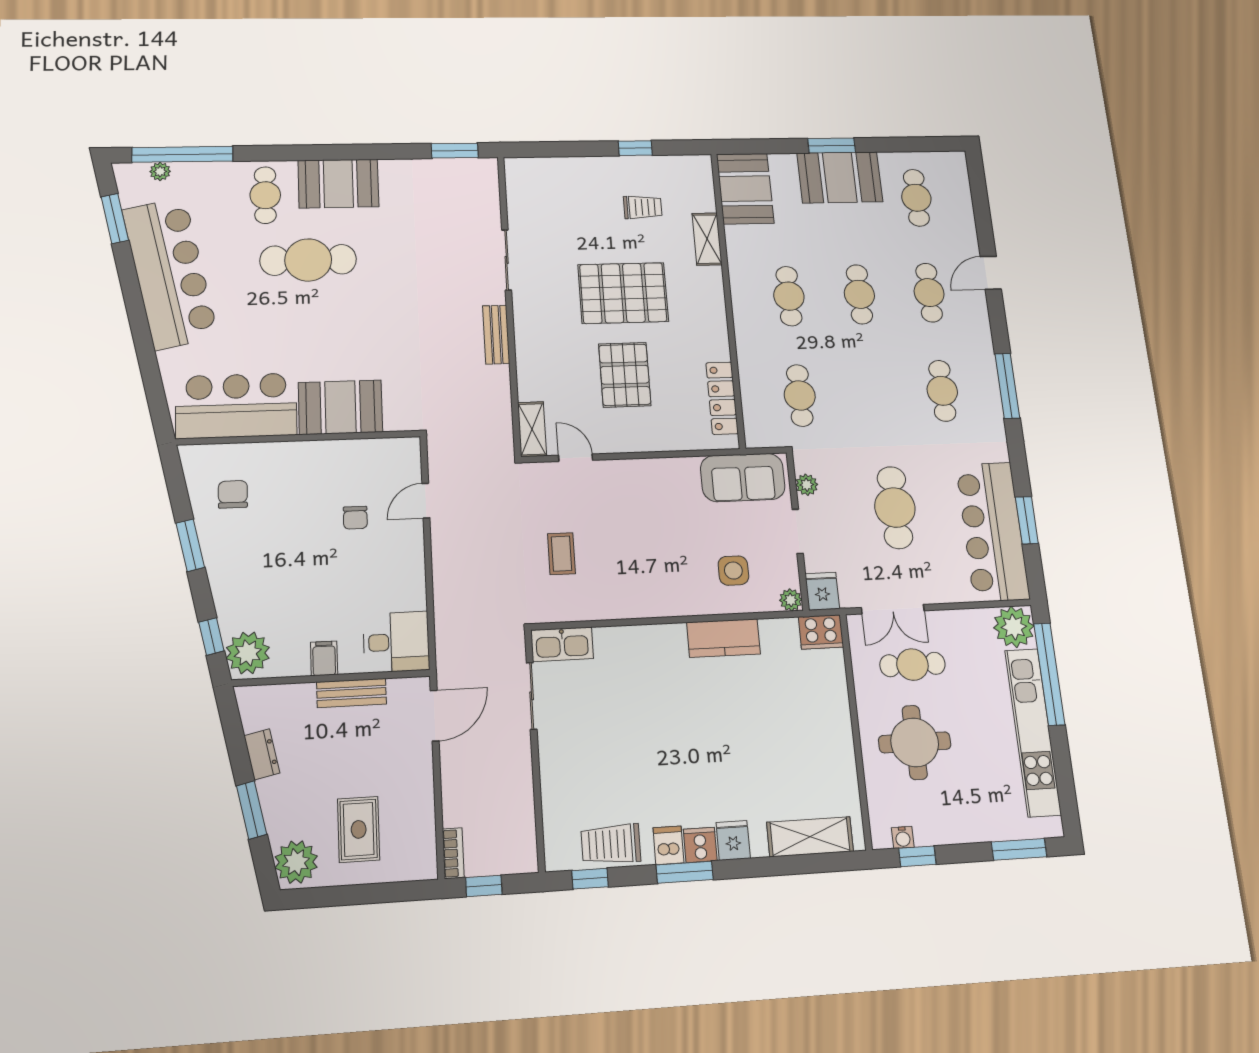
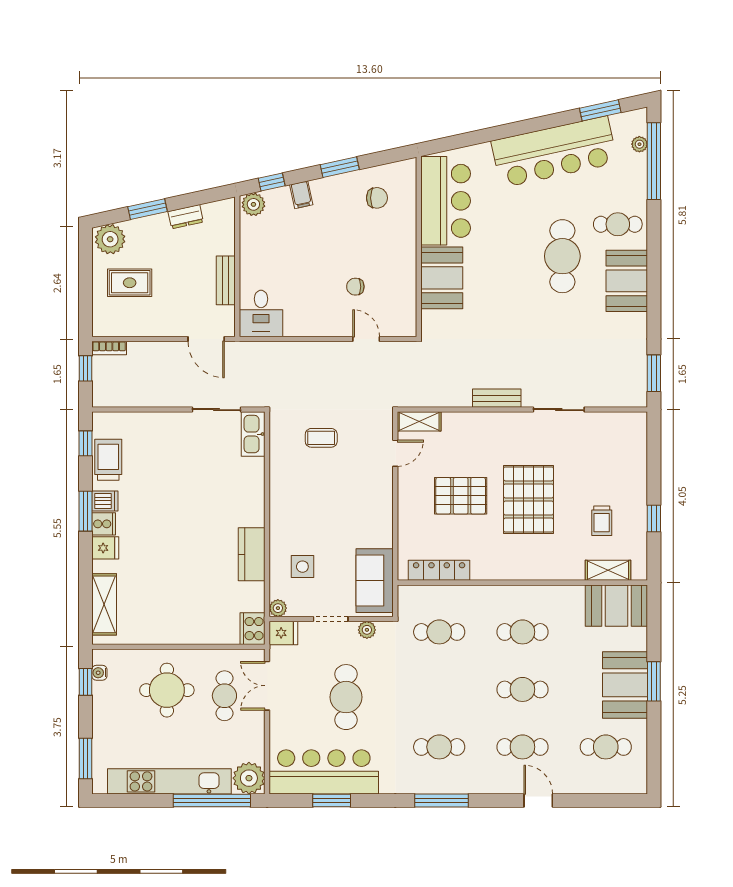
shelving: (707, 239) -> (608, 570), moved
cafe table: (895, 508) -> (346, 697), turned 90
plant: (248, 653) -> (253, 204), width x0.73, depth x0.73
filing cabinet: (324, 658) -> (301, 195), moved, turned 78

